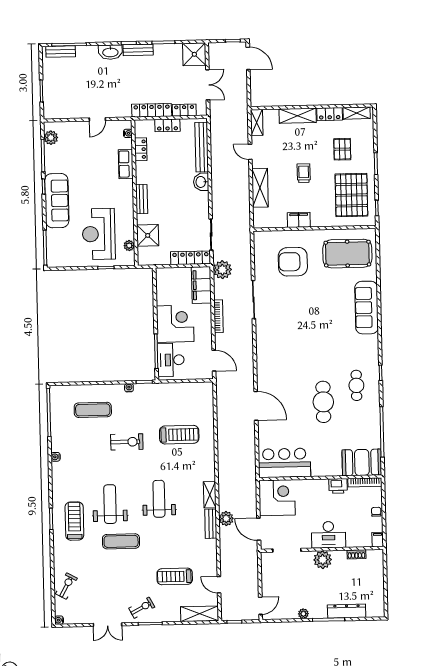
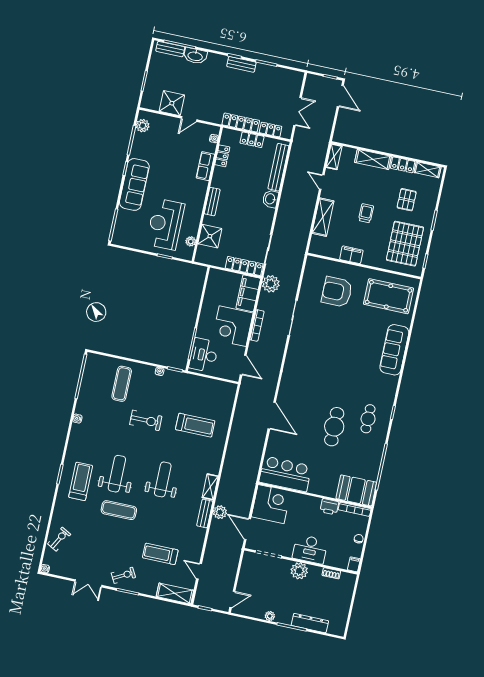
washbasin: (110, 52) -> (195, 56), moved
shower: (194, 54) -> (172, 103), moved
corner desk: (175, 324) -> (233, 326), moved, turned 180
exercise mat: (93, 410) -> (122, 384), turned 90

